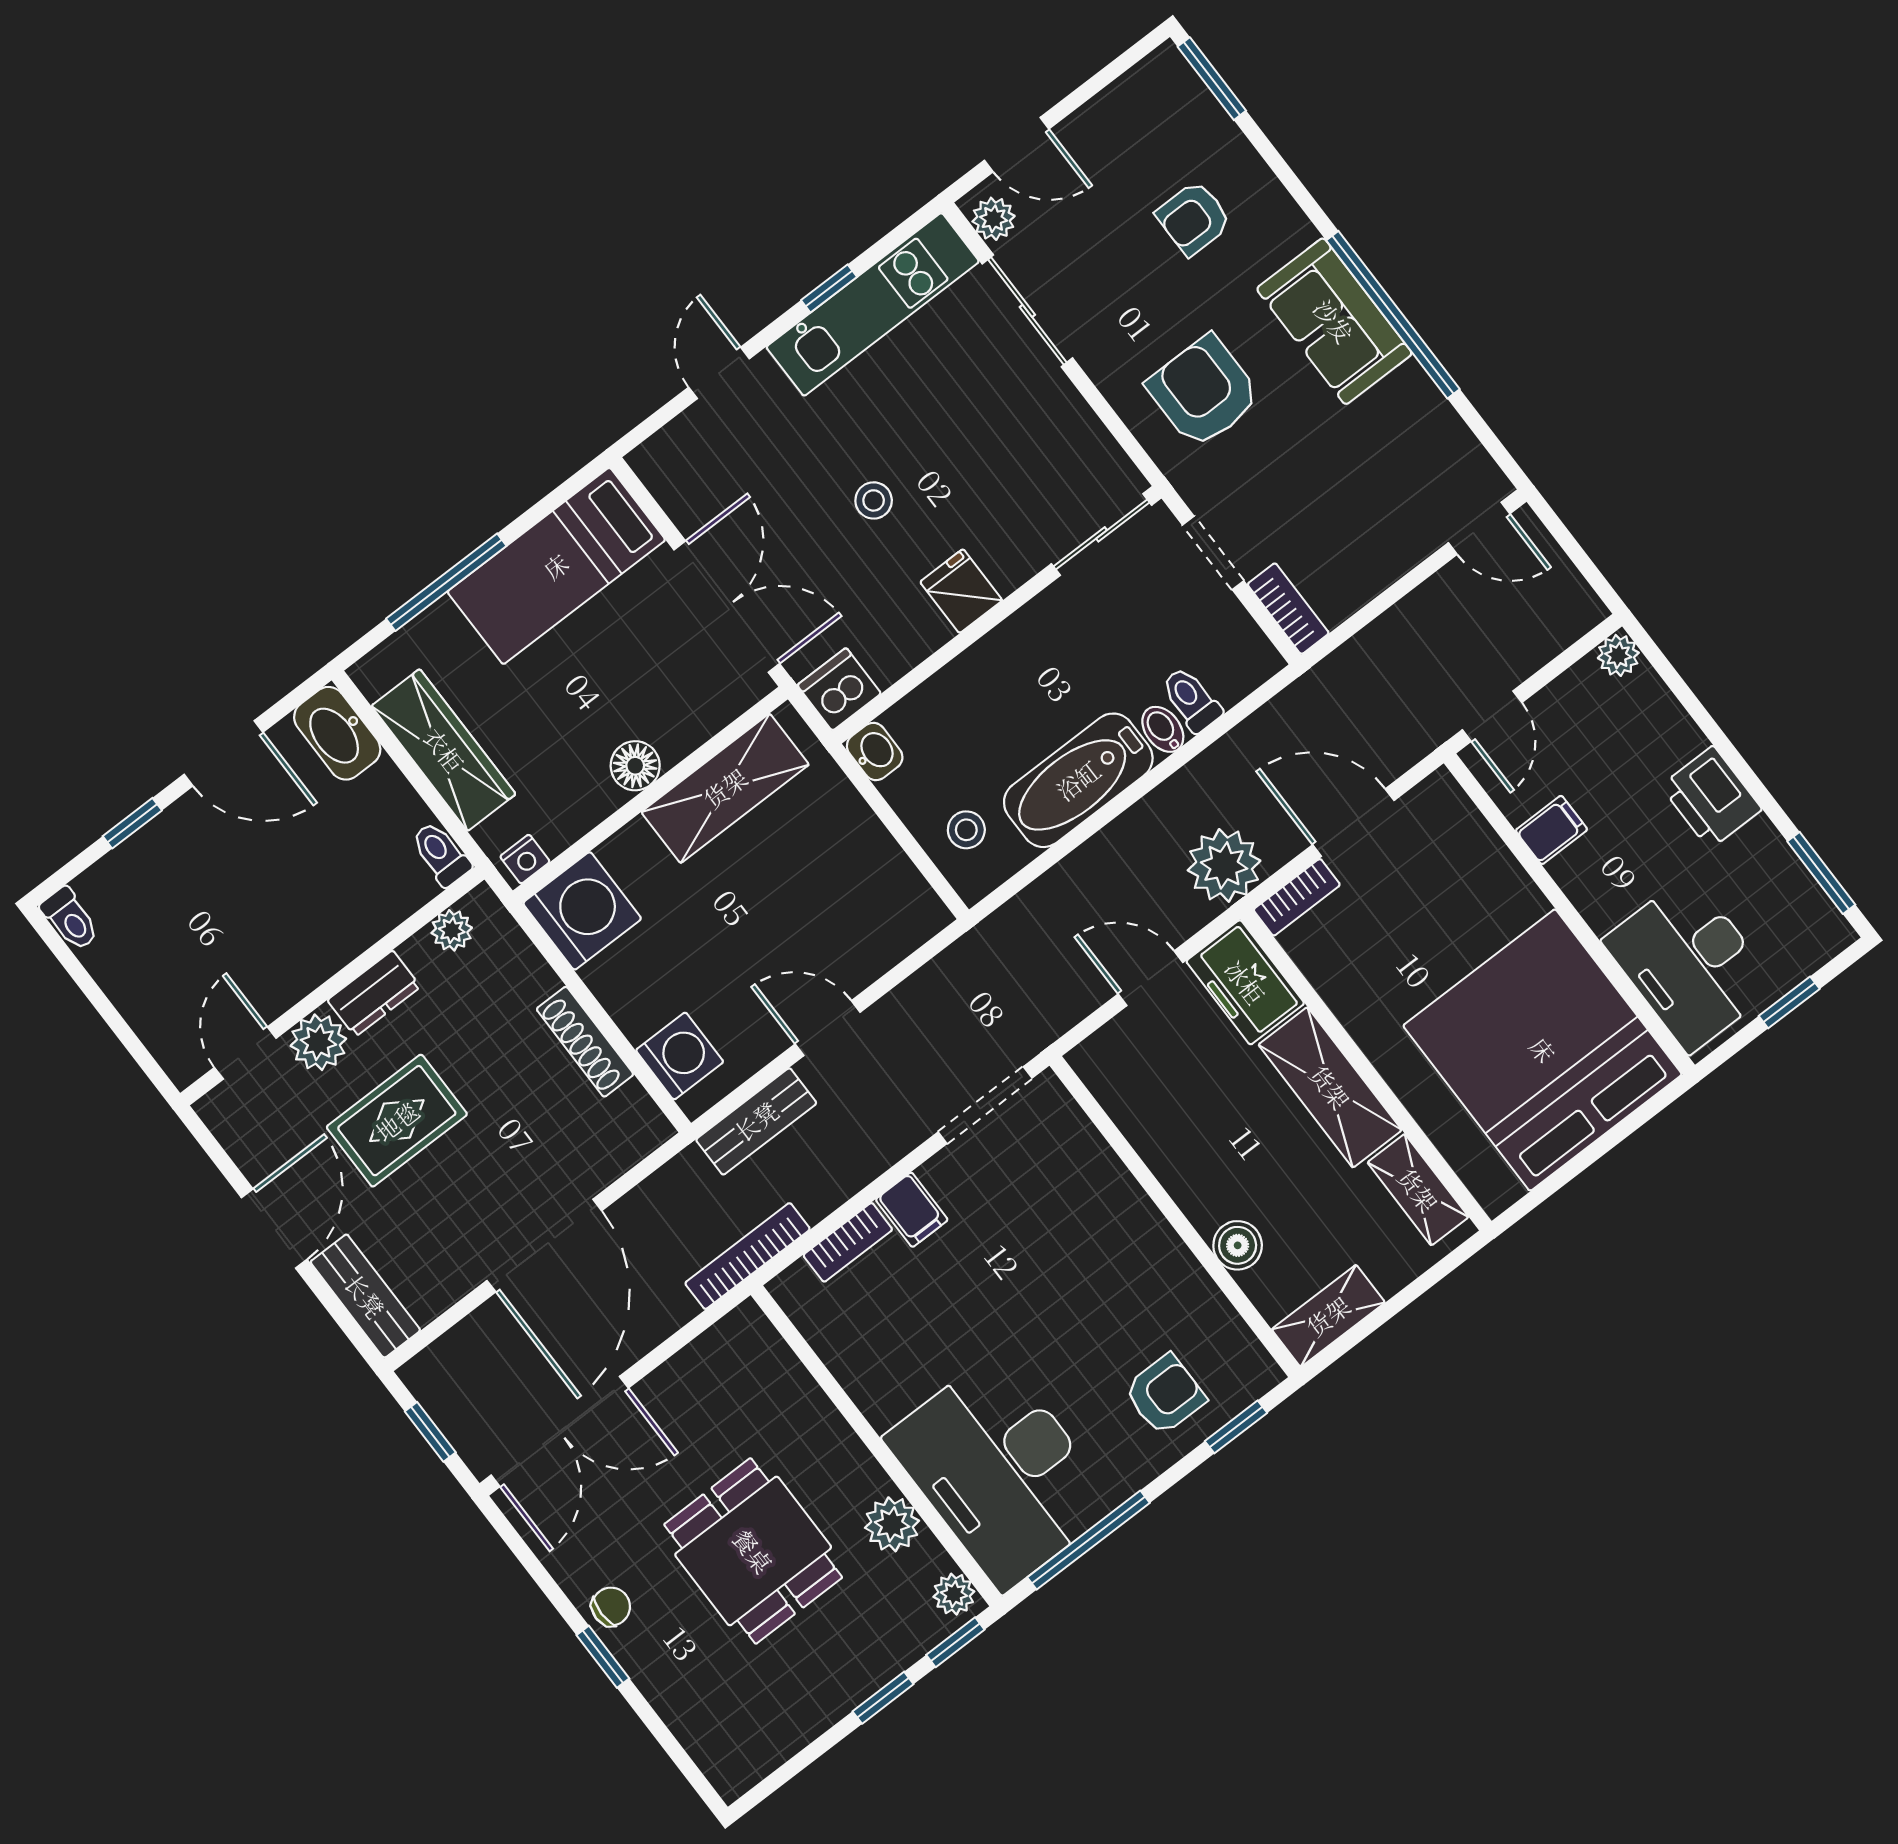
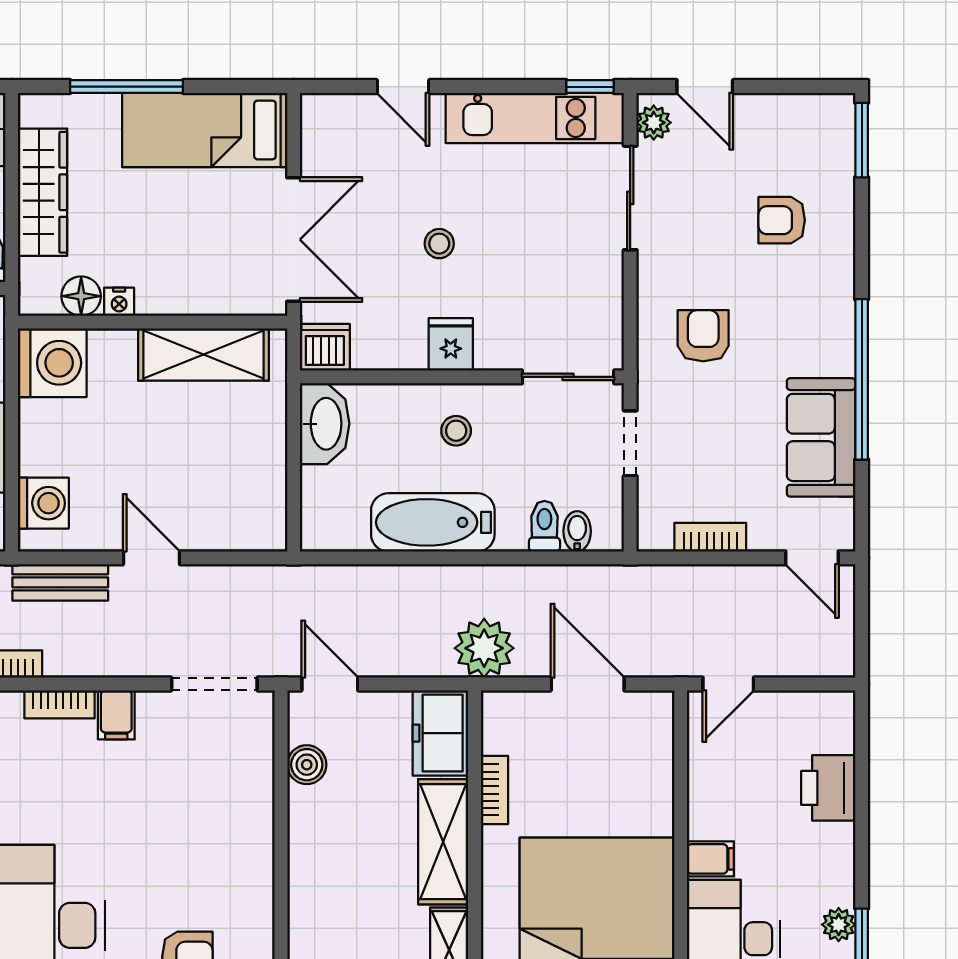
window: (829, 289) -> (590, 87), moved
sofa: (1334, 321) -> (821, 437), moved
door: (719, 373) -> (403, 87), swing flipped
armchair: (1204, 392) -> (703, 336), width x0.72, depth x0.72
bookcase: (1288, 609) -> (710, 537), moved, turned -90
plant: (1618, 655) -> (839, 925), moved
bidet: (1163, 729) -> (577, 531), moved
washbasin: (875, 752) -> (325, 424), width x1.91, depth x1.45
floor lamp: (635, 766) -> (81, 296), moved
printer: (1711, 798) -> (828, 788), moved
stool: (966, 830) -> (456, 431), moved
filing cabinet: (1551, 830) -> (710, 859), moved
nightstand: (525, 859) -> (119, 302), moved
bookcase: (1297, 897) -> (494, 790), moved, turned -90
door: (1151, 978) -> (330, 684), moved
boiler: (1238, 1245) -> (307, 765), moved

